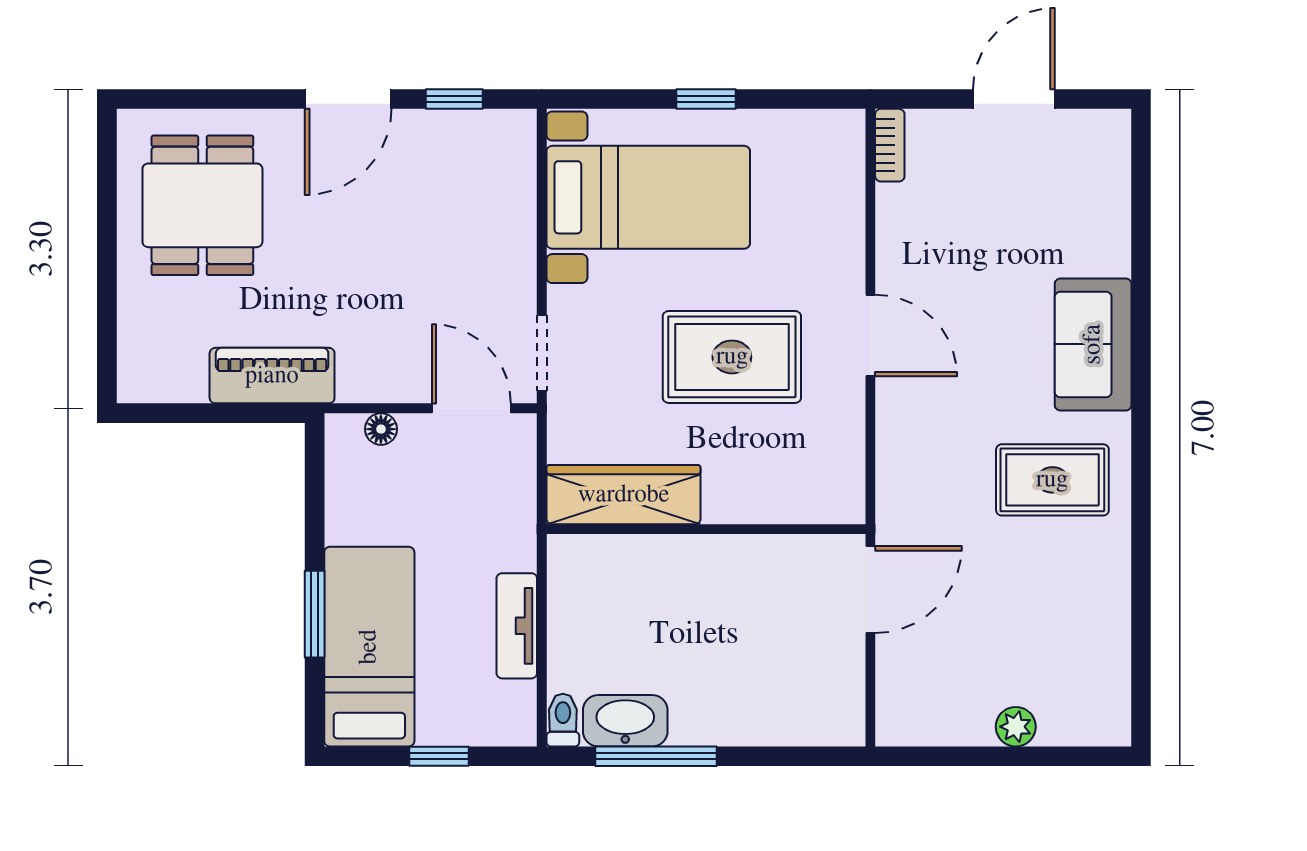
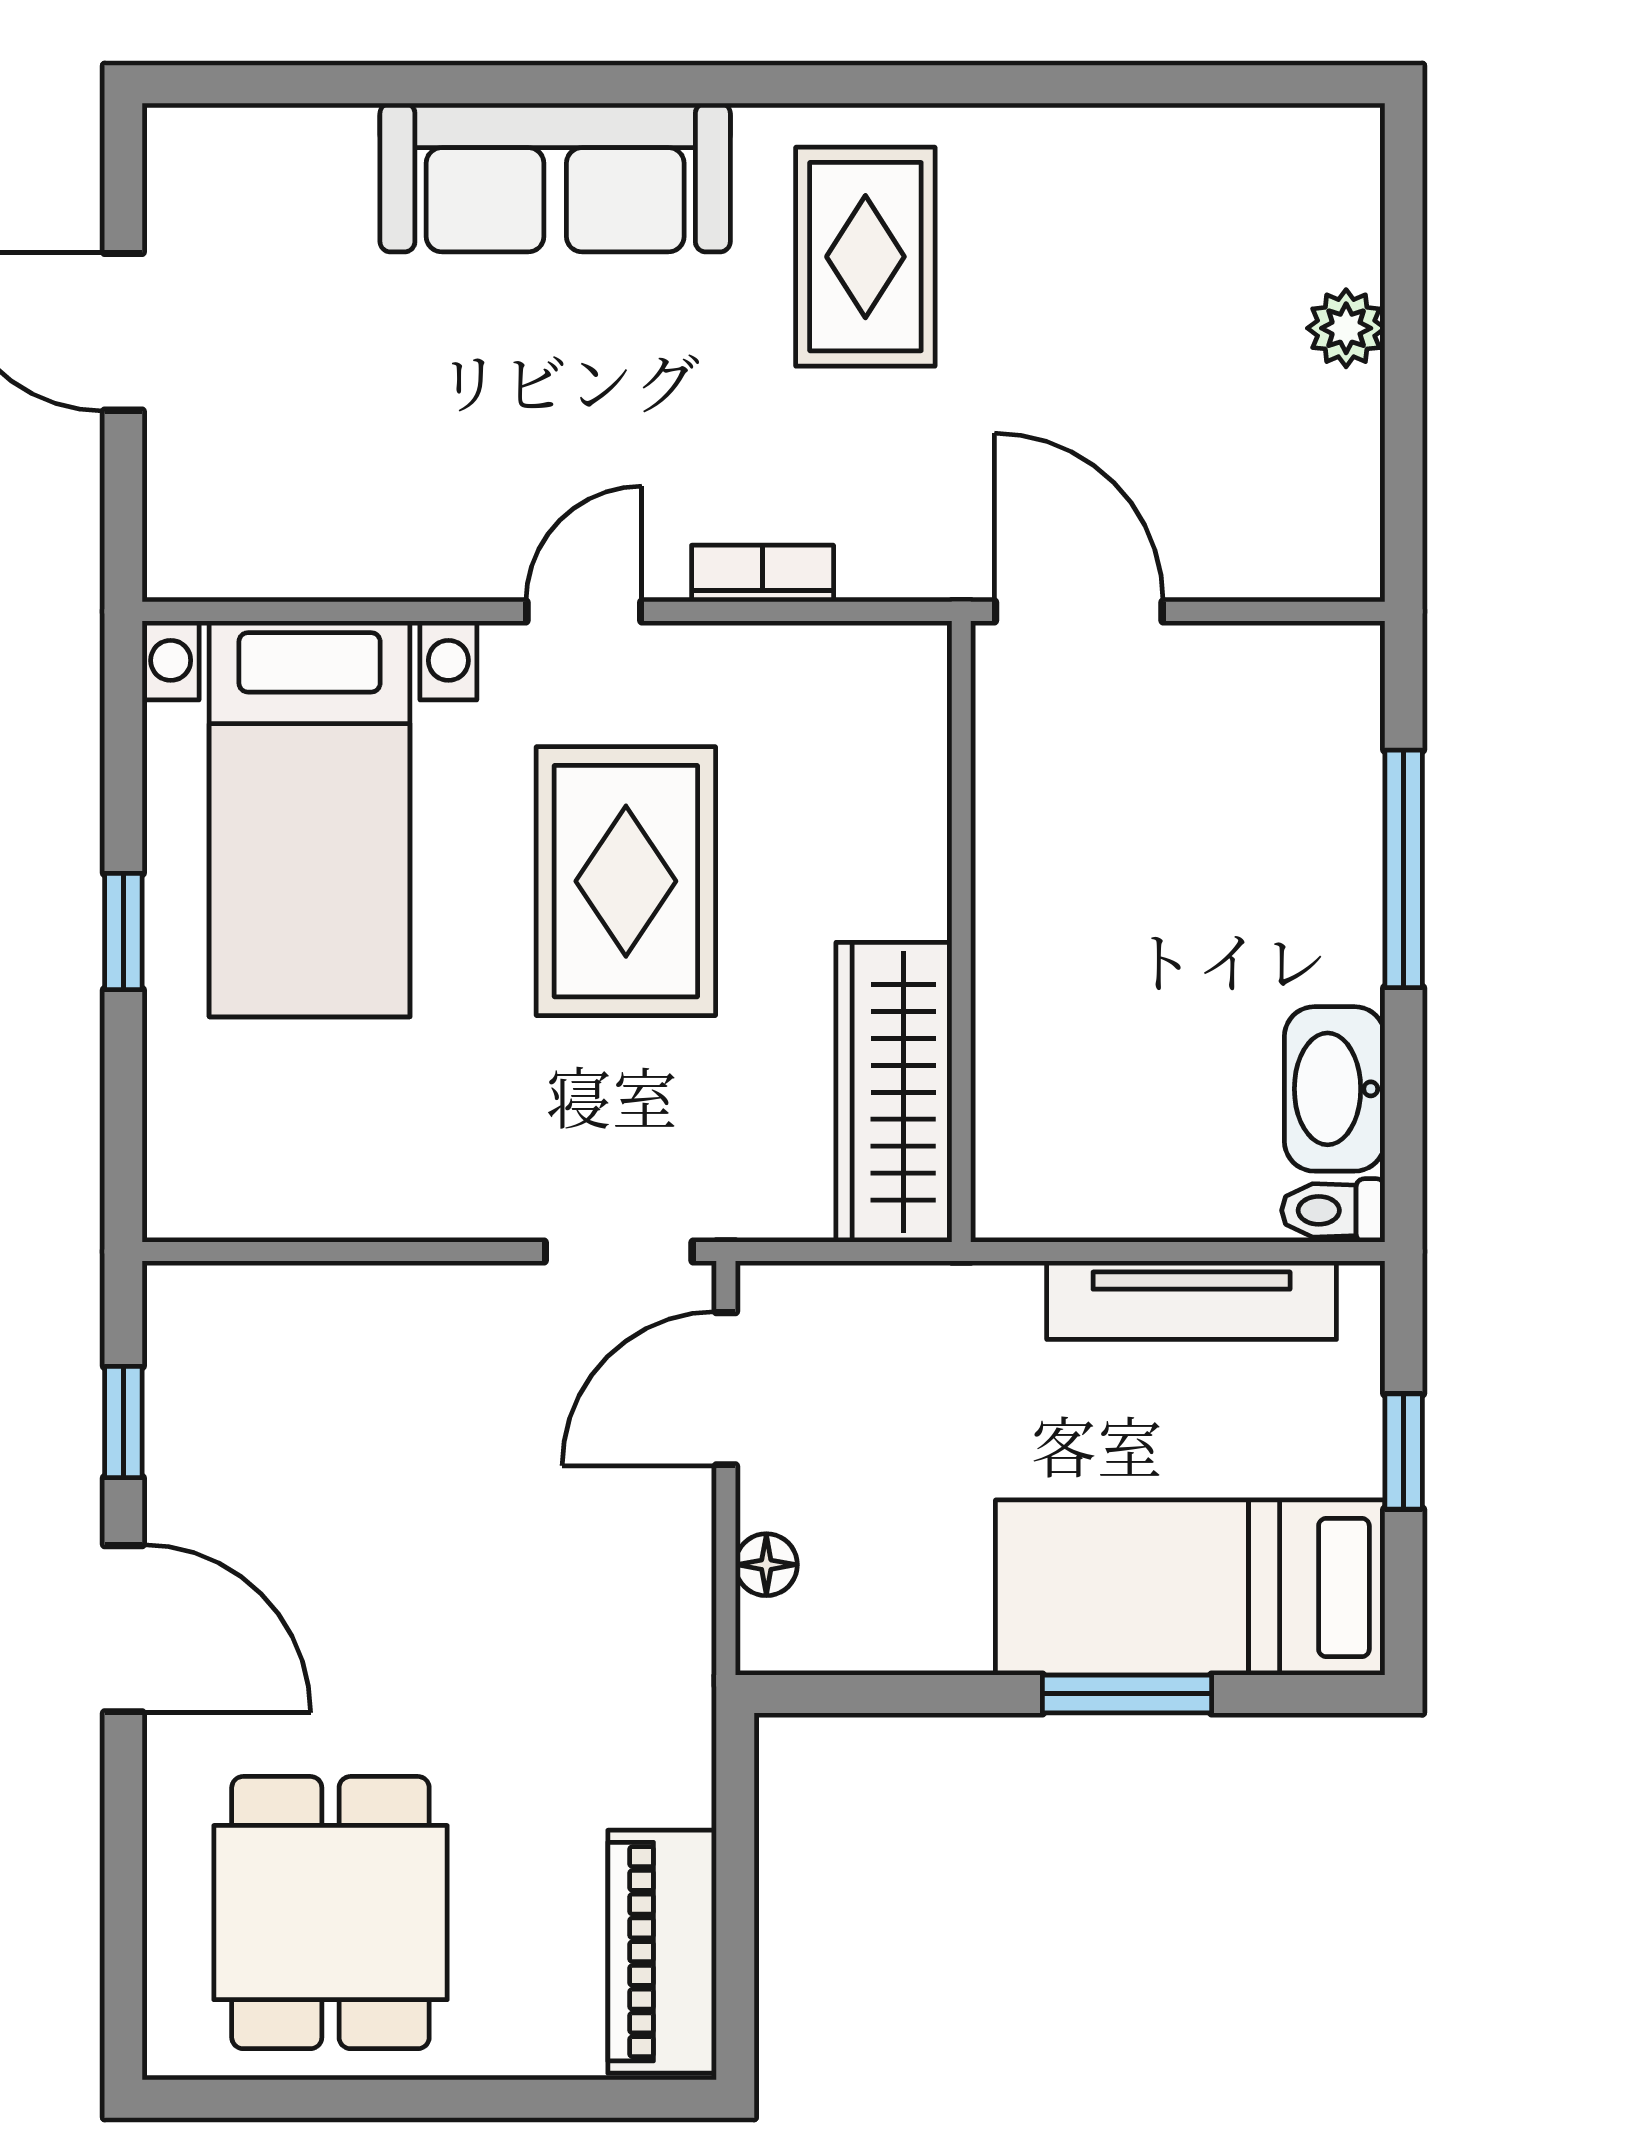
bookcase: (890, 145) -> (763, 574), moved
bed with nightstands: (648, 197) -> (310, 819), moved, turned 180
dining table: (202, 205) -> (330, 1913), turned 90
door: (870, 335) -> (584, 611), width x0.73
sofa: (1093, 344) -> (555, 177), width x1.36
piano: (272, 376) -> (662, 1952), moved
tv unit: (517, 626) -> (1192, 1300), width x1.41
window: (656, 756) -> (1404, 869), moved

